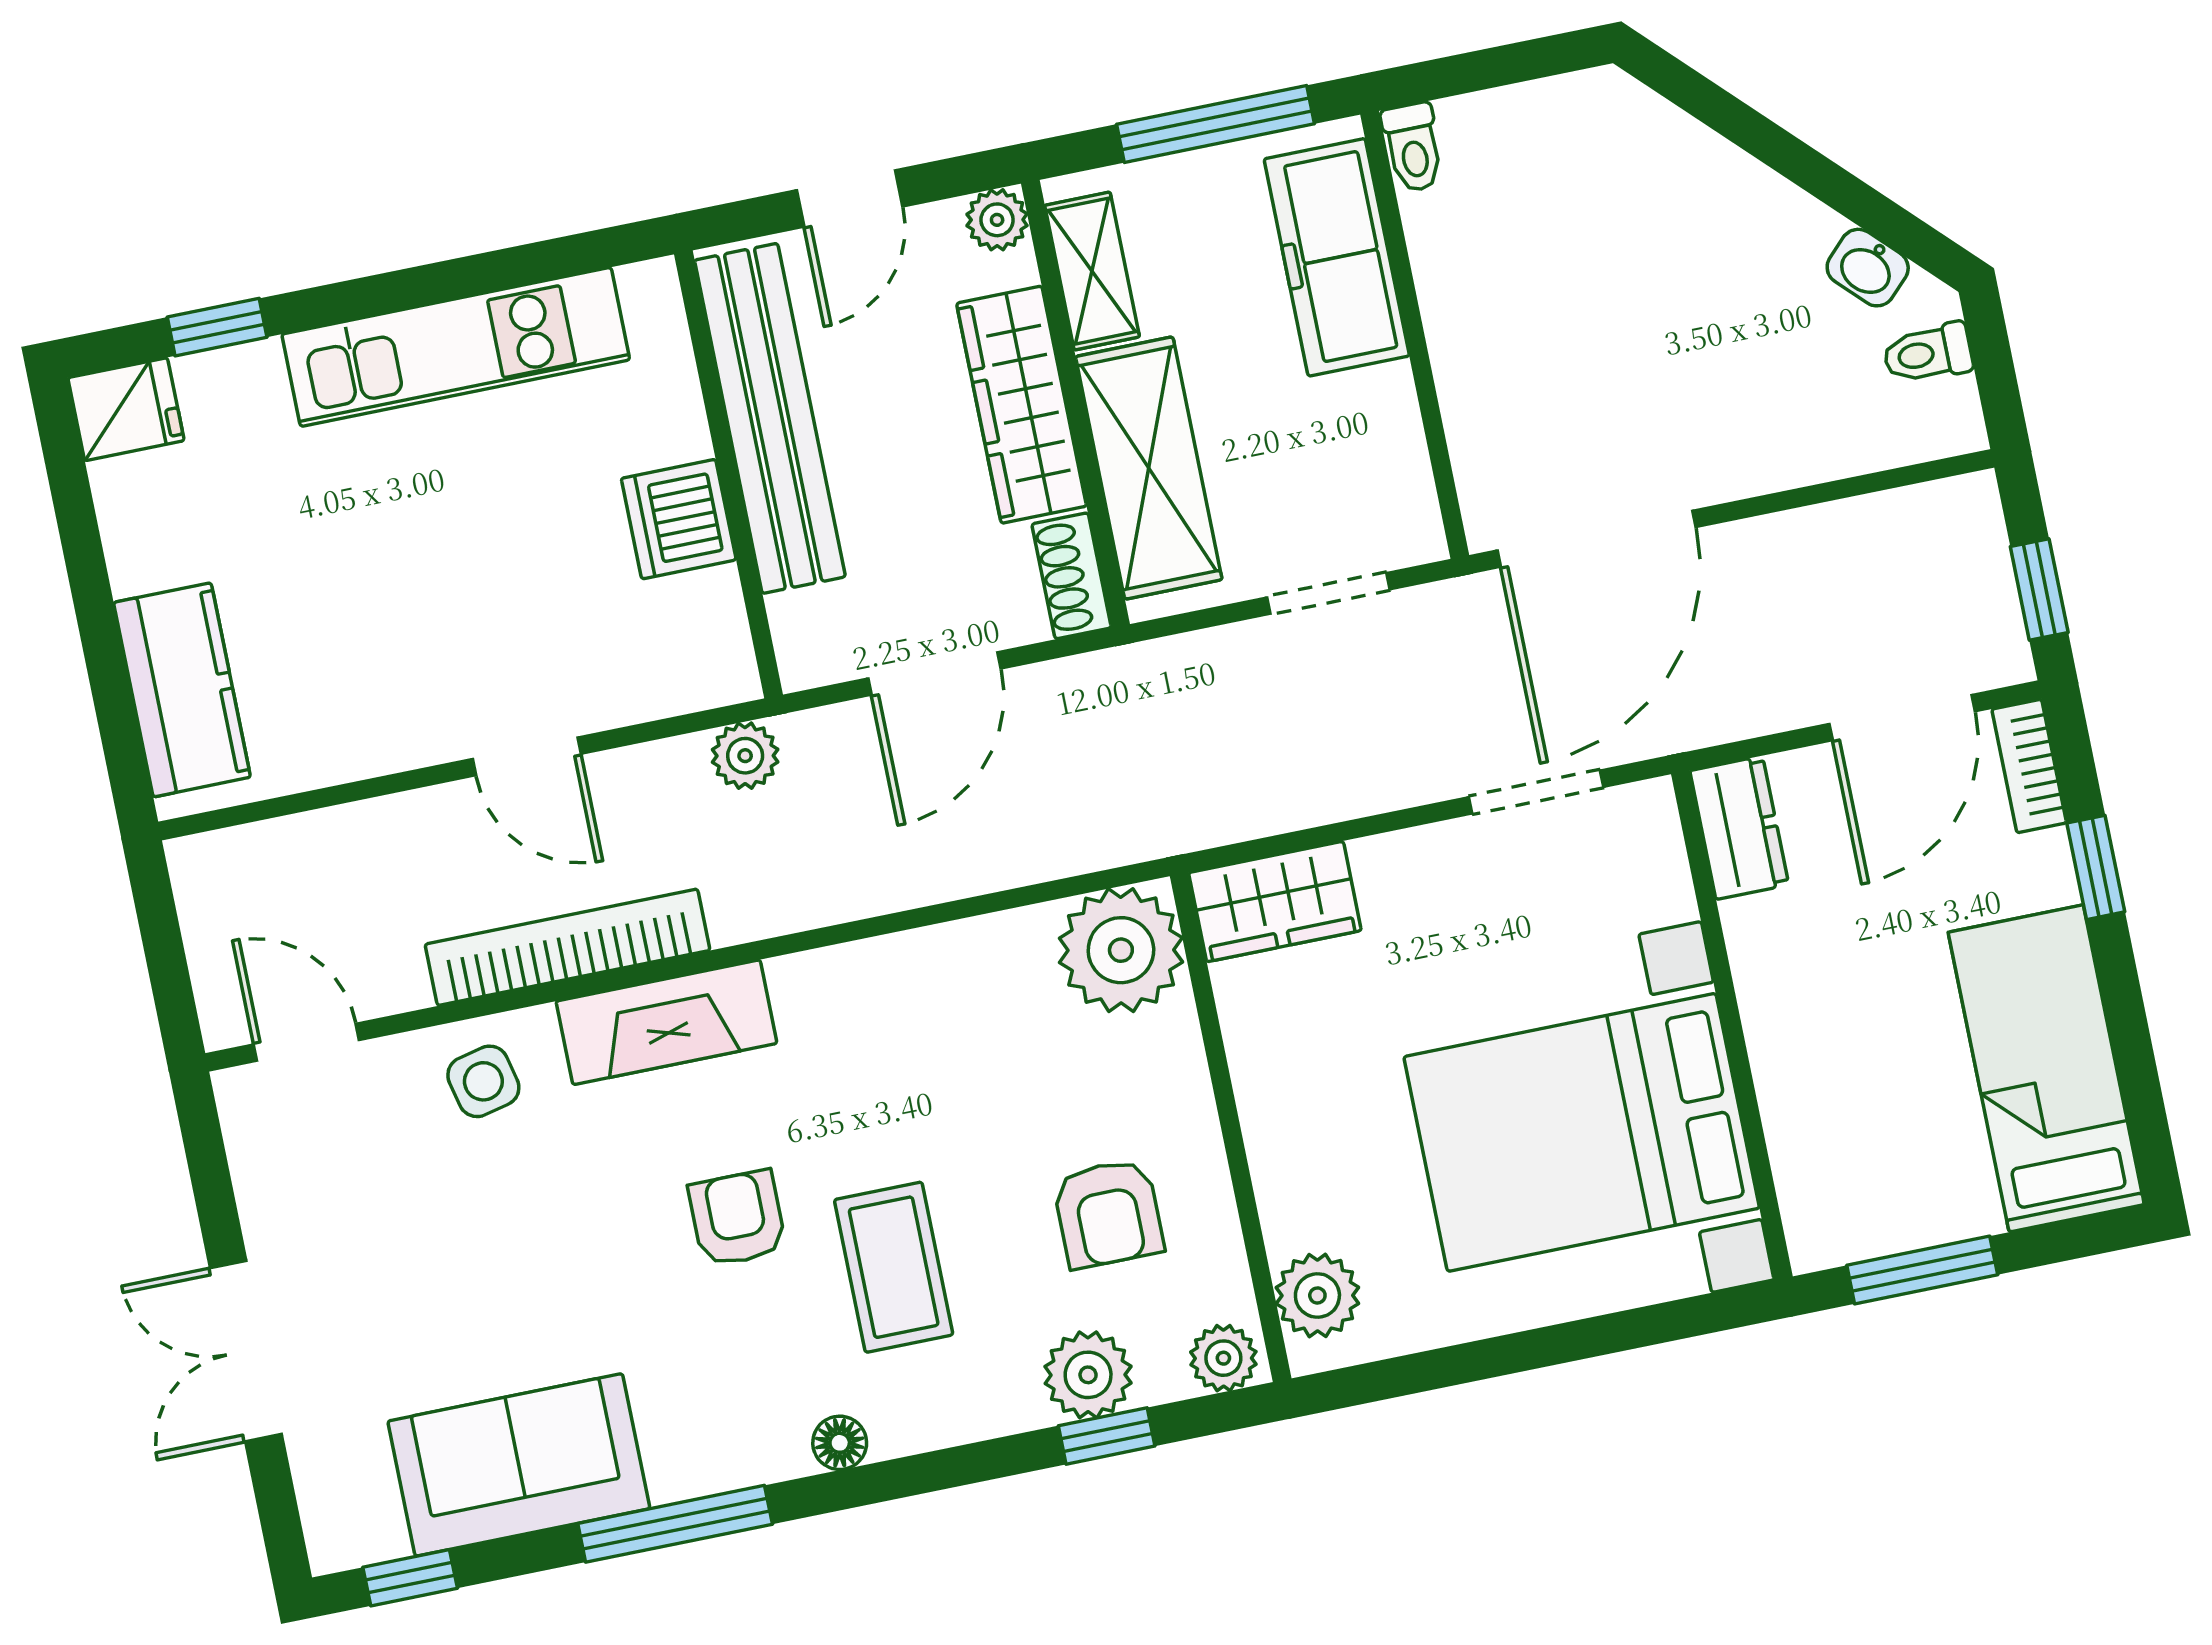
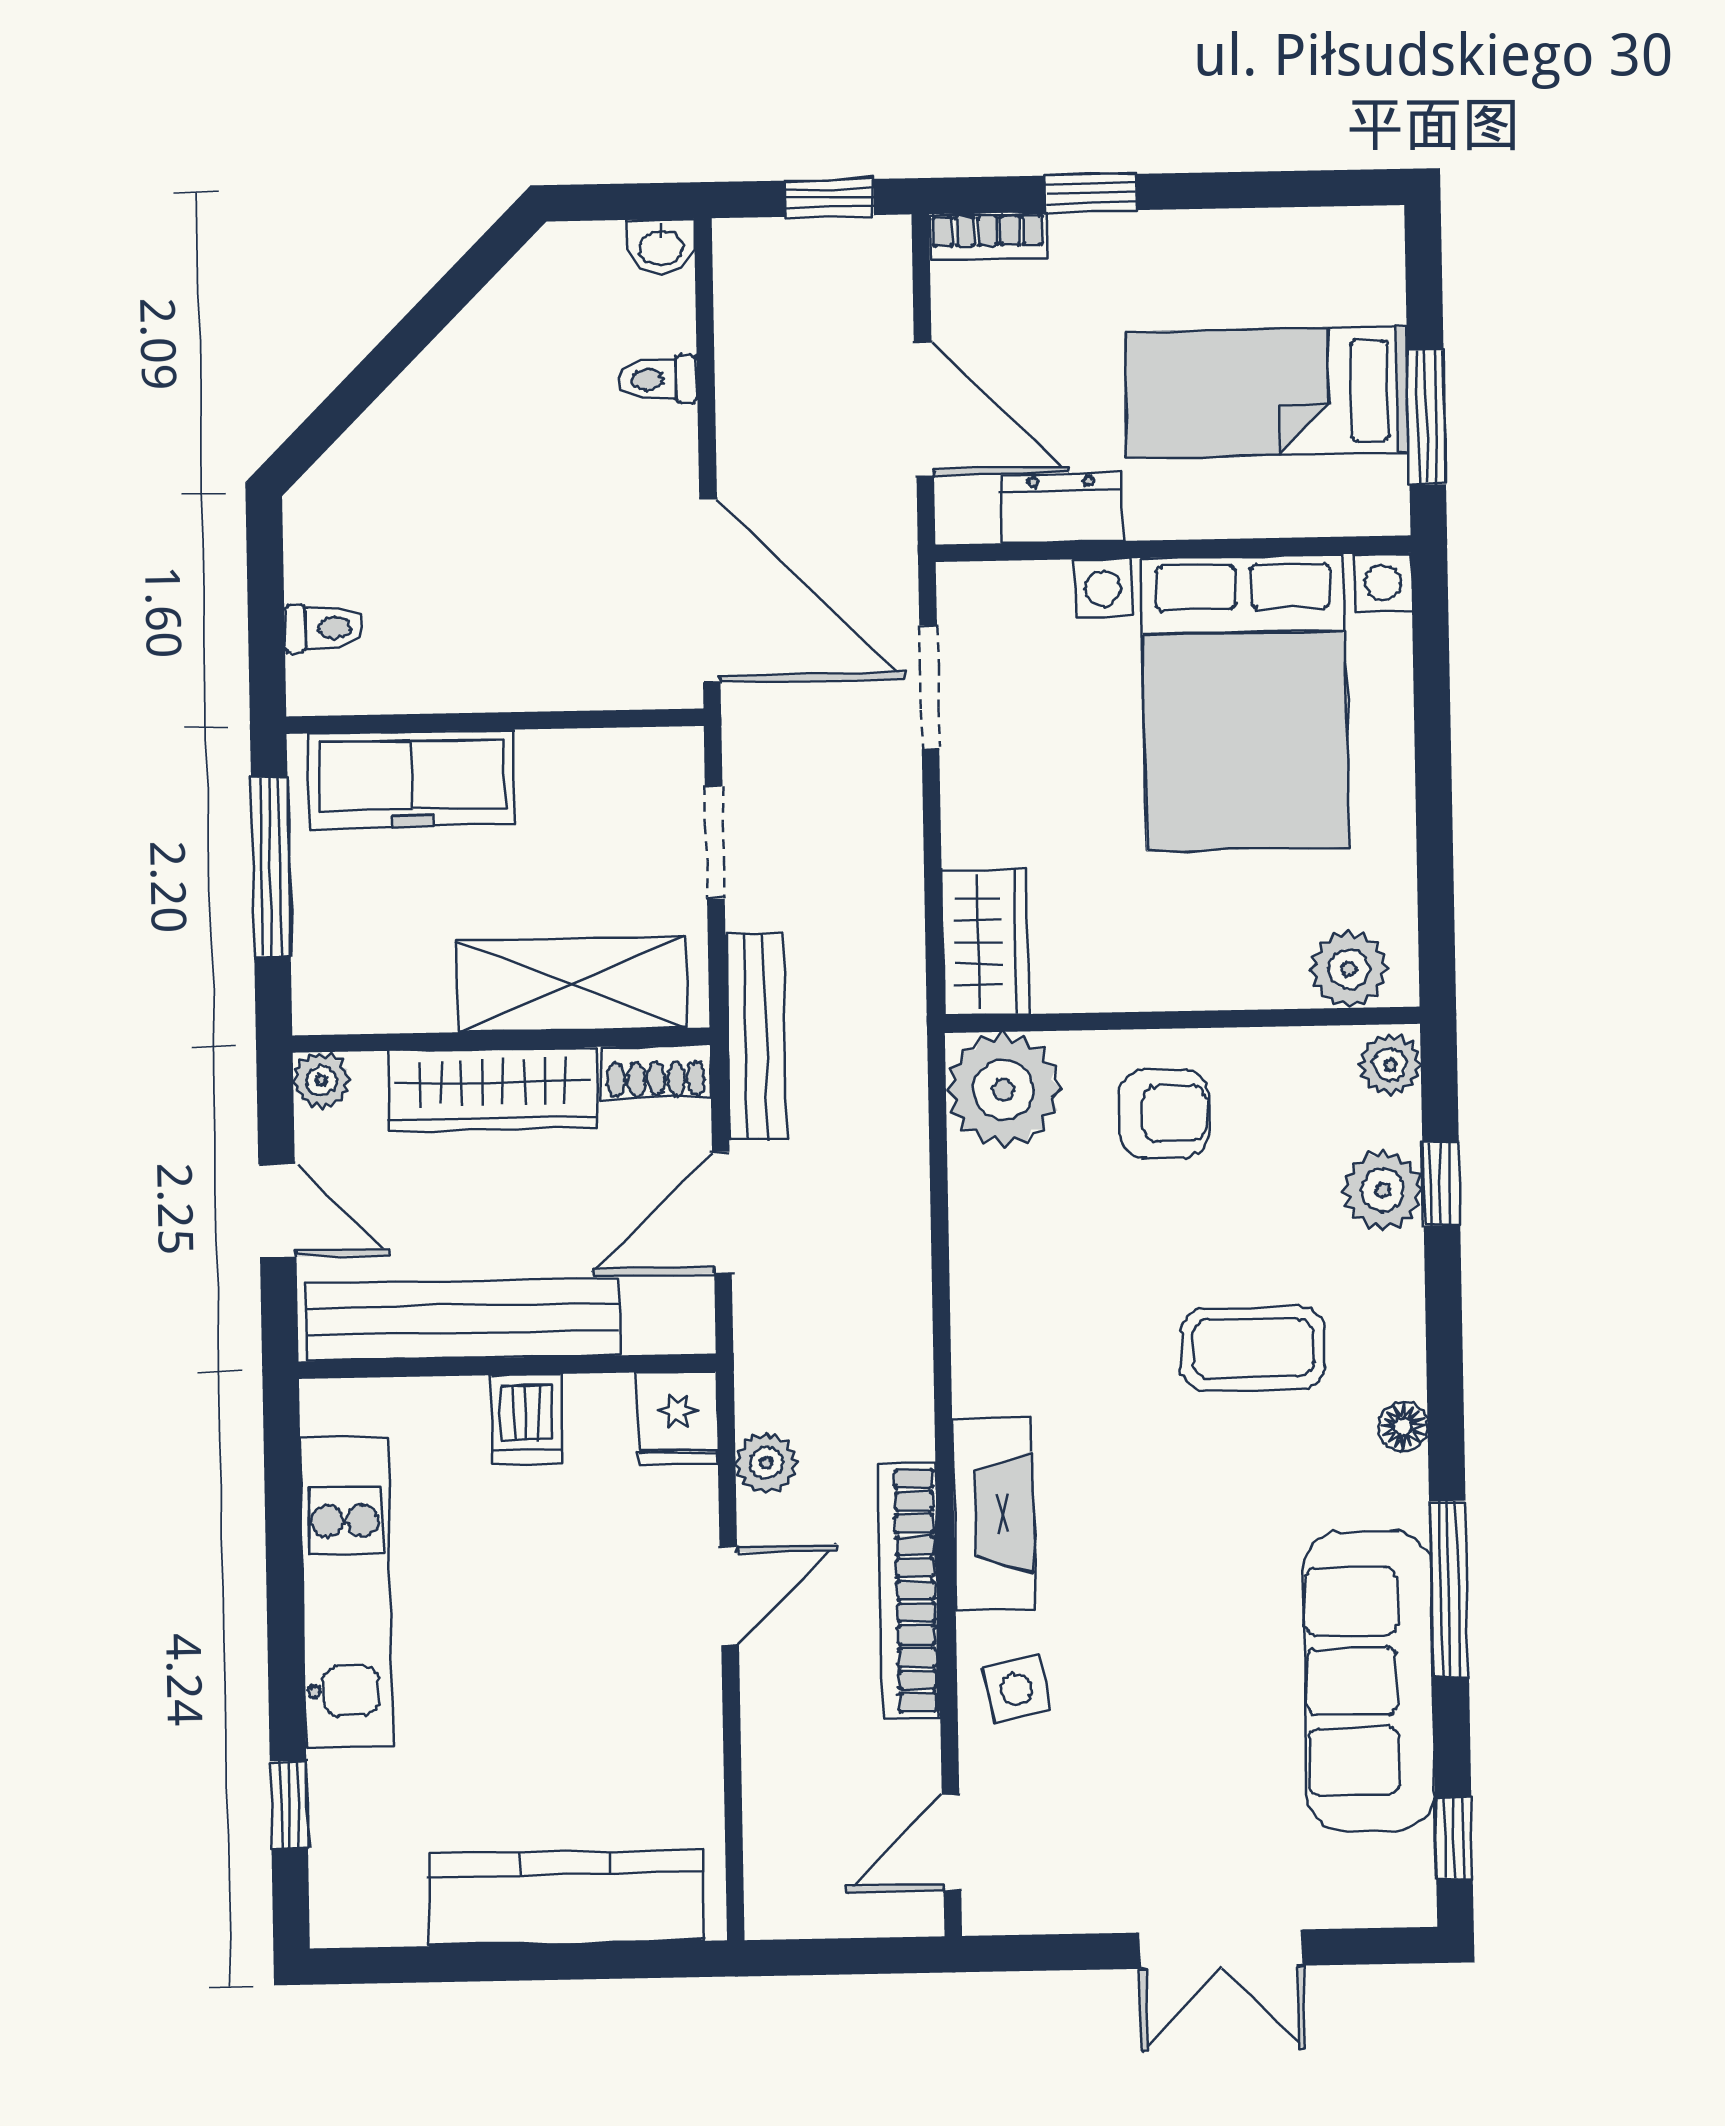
toilet: (1413, 147) -> (324, 628), moved
washbasin: (1868, 268) -> (661, 247), moved, turned 45
shelving: (1092, 271) -> (384, 1003), removed
toilet: (1928, 353) -> (658, 379), moved, turned 90
fridge: (126, 409) -> (678, 1418), moved, turned 180
dishwasher: (679, 519) -> (526, 1419), width x0.73
door: (934, 674) -> (722, 1213), swing flipped
bench: (1129, 676) -> (756, 1037), added
kitchen counter: (182, 690) -> (566, 1898), width x1.50
door: (1902, 718) -> (924, 409), moved
plant: (745, 756) -> (766, 1463), moved
dresser: (1739, 828) -> (1061, 508), moved
bed: (2046, 1068) -> (1267, 392), moved
armchair: (1108, 1213) -> (1164, 1114), moved
armchair: (737, 1218) -> (1183, 1482), removed
sofa: (519, 1465) -> (1369, 1681), width x1.36

